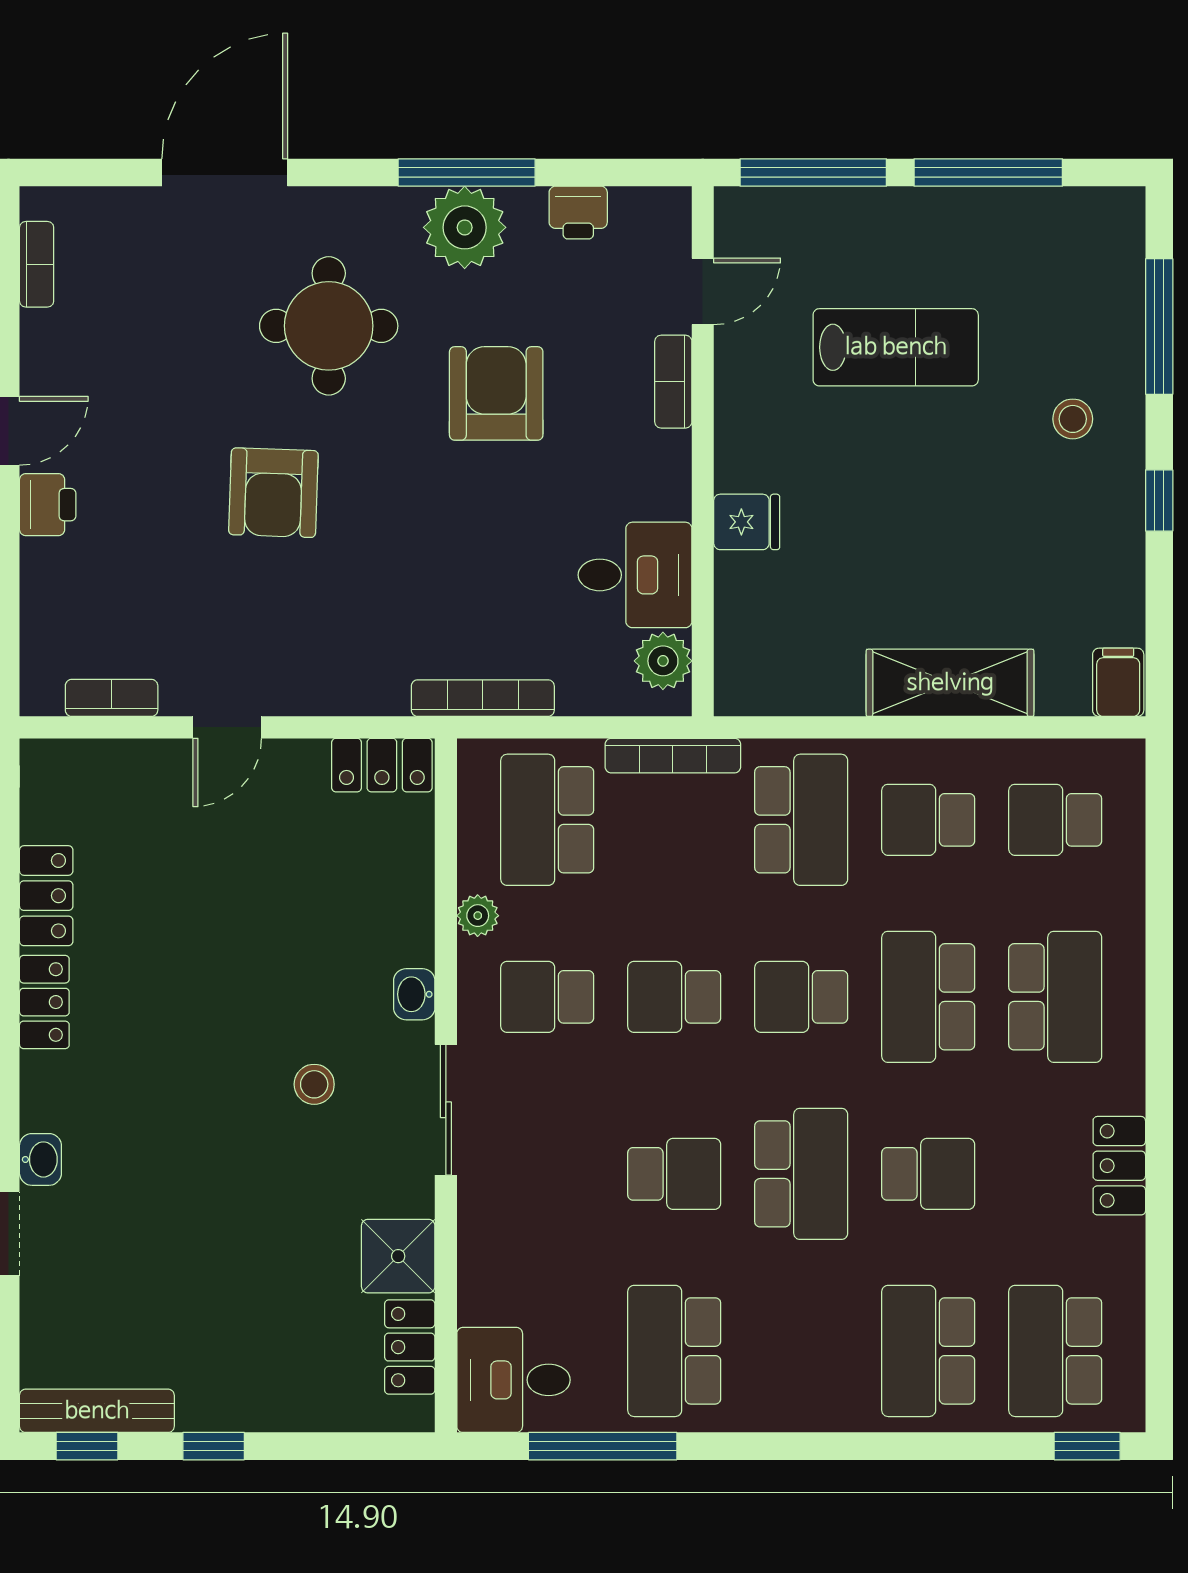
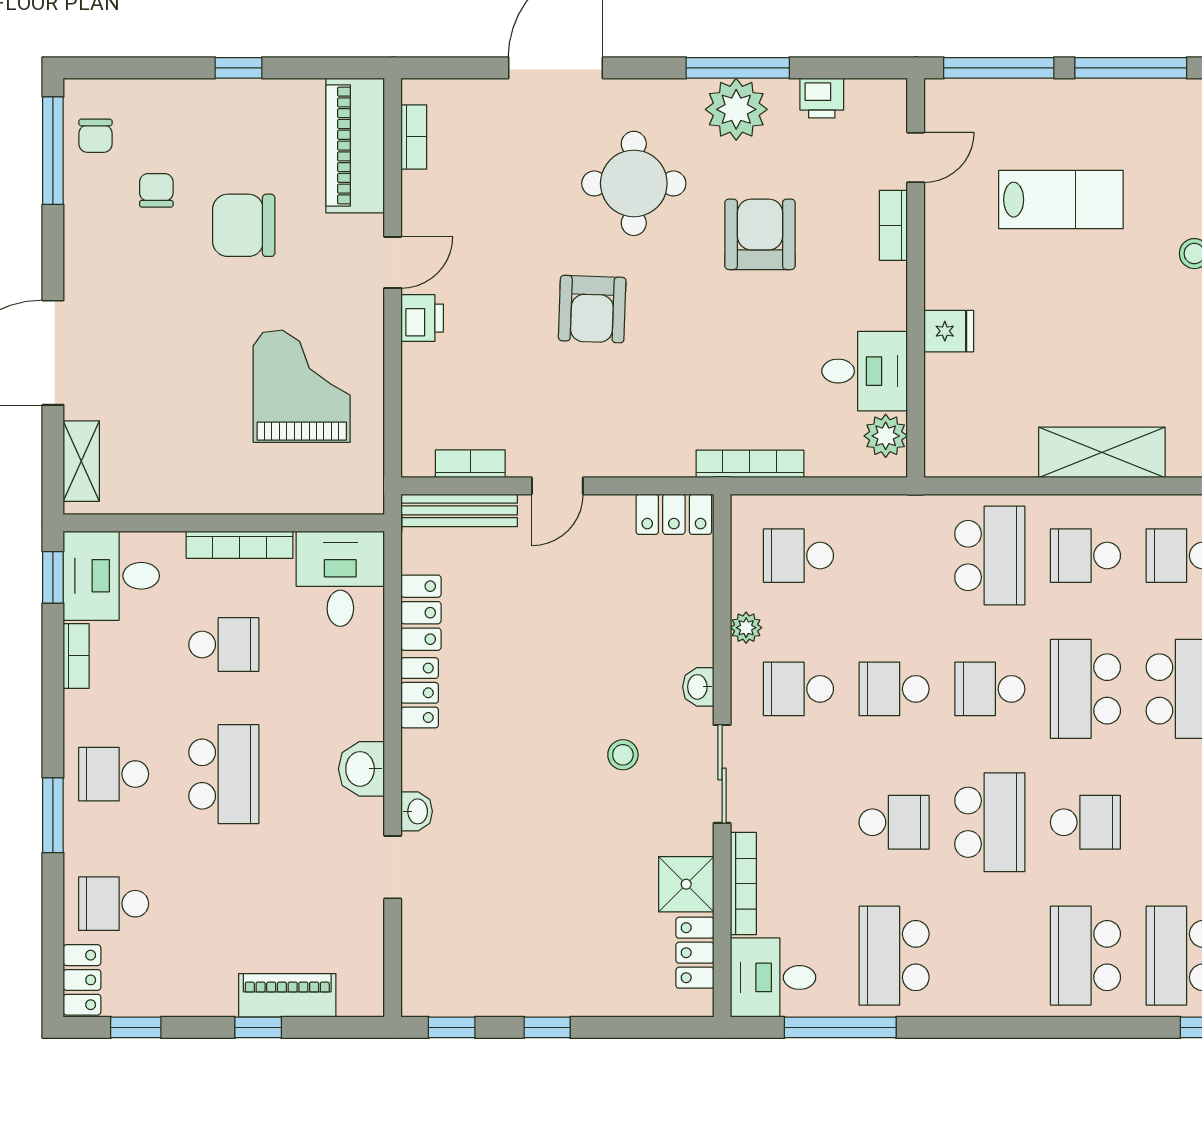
bookcase: (673, 756) -> (743, 884), moved, turned -90
school desk: (547, 820) -> (798, 556), width x0.54
bench: (97, 1411) -> (459, 510), moved

